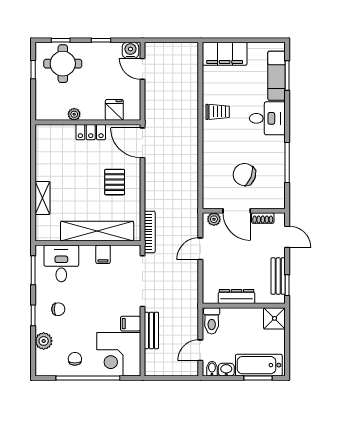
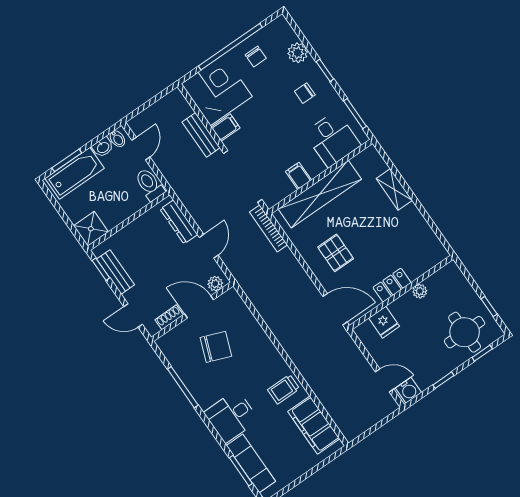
filing cabinet: (225, 54) -> (314, 425), moved, turned -90
dresser: (236, 297) -> (179, 222), moved, turned 90

